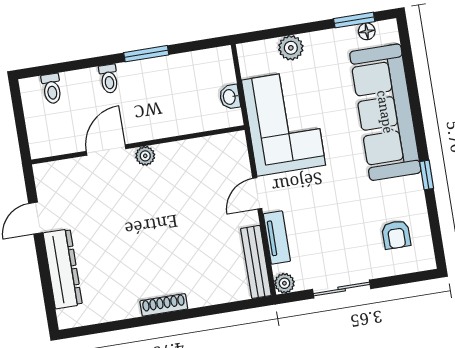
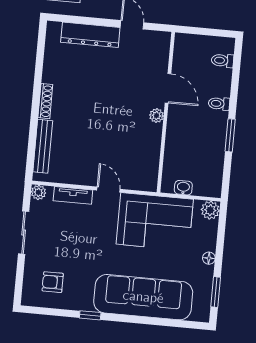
floor lamp: (367, 31) -> (209, 258), moved
plant: (291, 48) -> (210, 210), moved
bench: (256, 262) -> (43, 146), moved, turned 90

